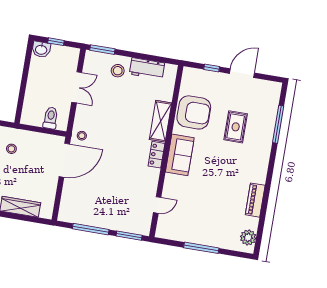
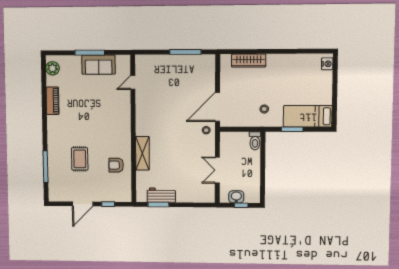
washbasin: (41, 49) -> (236, 197), moved
window: (102, 50) -> (158, 205), moved
stool: (118, 71) -> (185, 189), removed
armchair: (194, 112) -> (116, 165), width x0.53, depth x0.53
toilet: (51, 118) -> (255, 141), moved
locker: (156, 155) -> (141, 125), removed
sofa: (180, 155) -> (99, 65), moved, turned -90
window: (129, 236) -> (152, 52), removed

